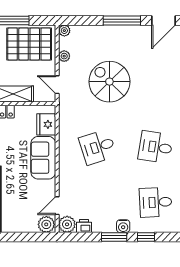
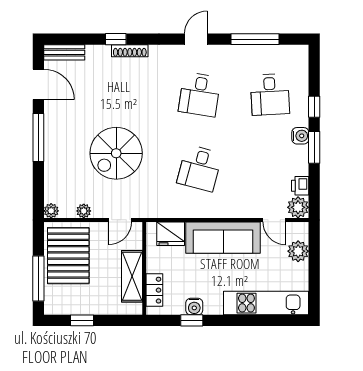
desk: (98, 147) -> (200, 168), turned 33
sofa: (43, 158) -> (223, 238), width x1.36
plant: (46, 224) -> (298, 251), moved

